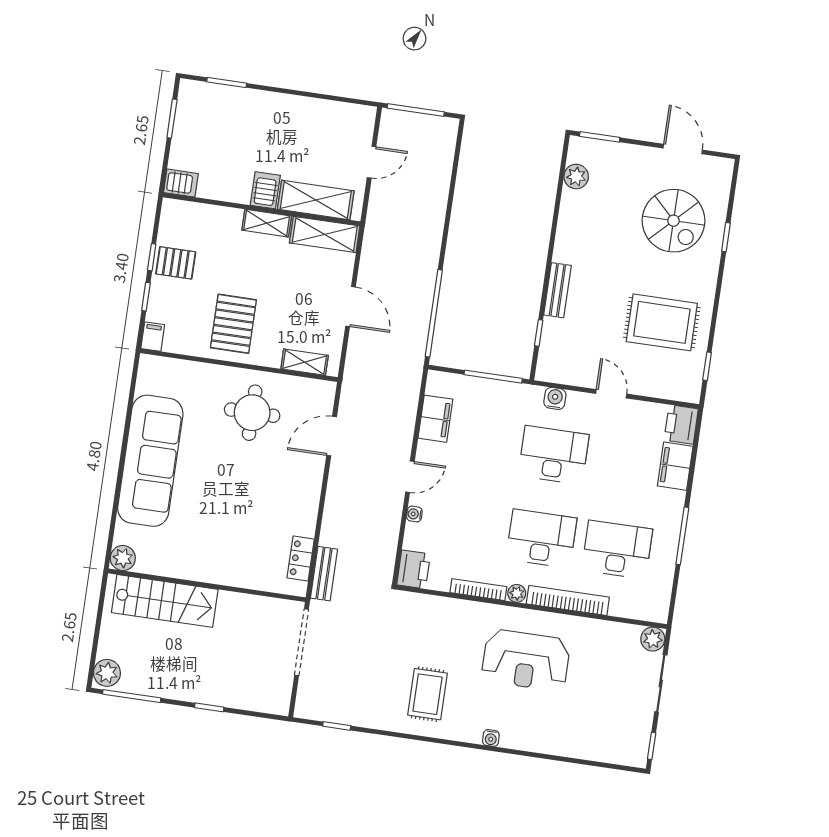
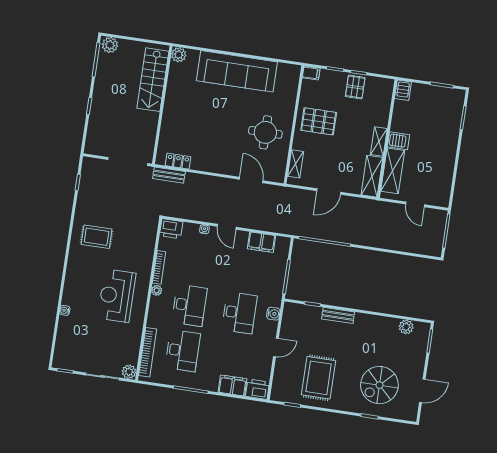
bookcase: (568, 600) -> (148, 352), moved
water cooler: (491, 738) -> (65, 310), moved

